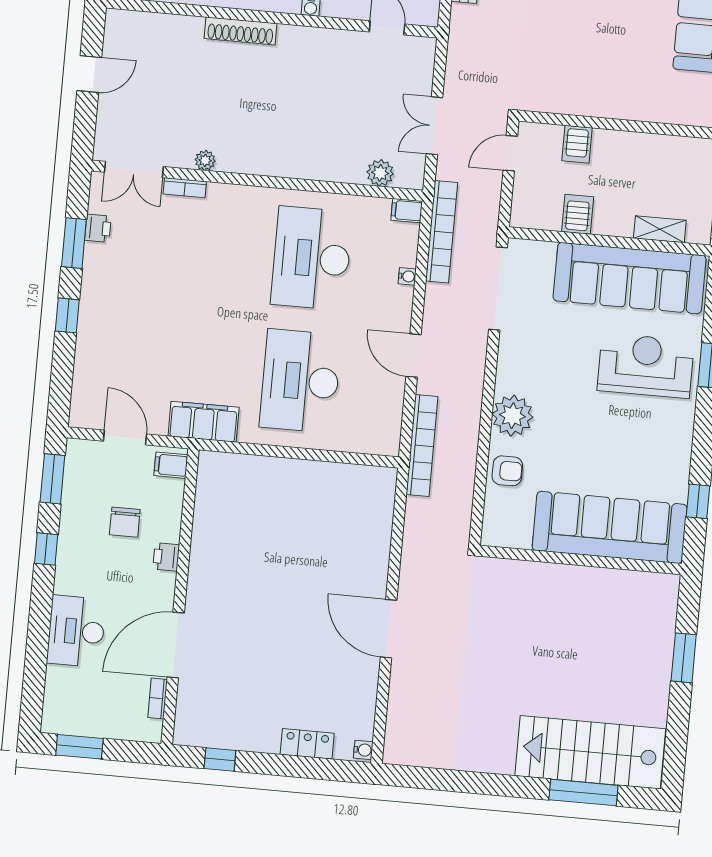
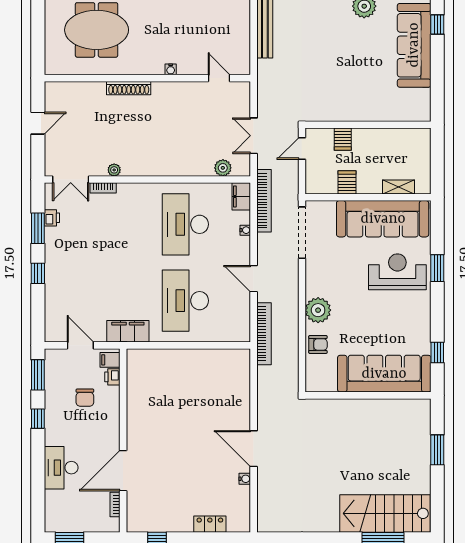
filing cabinet: (407, 211) -> (241, 196), width x2.00
printer: (166, 557) -> (112, 377), moved
water cooler: (363, 750) -> (245, 479), moved

